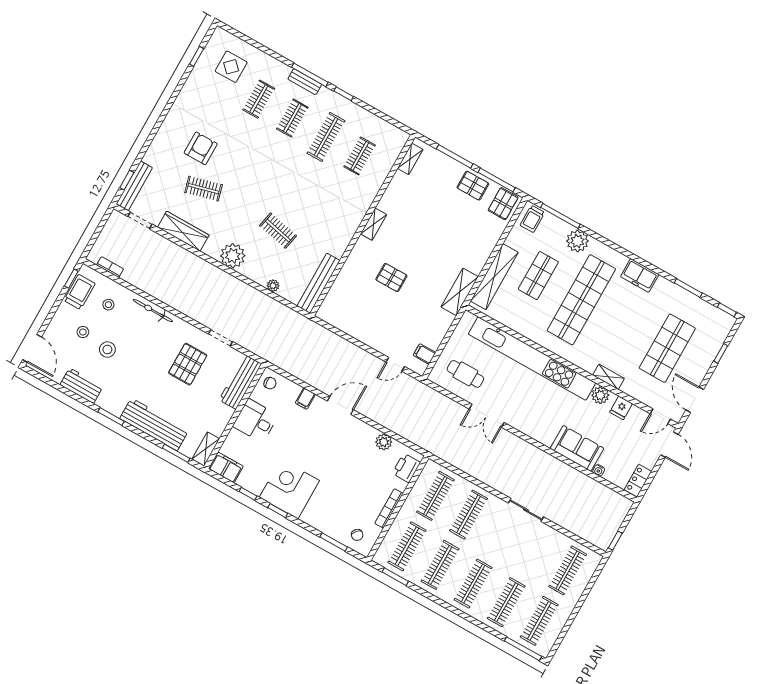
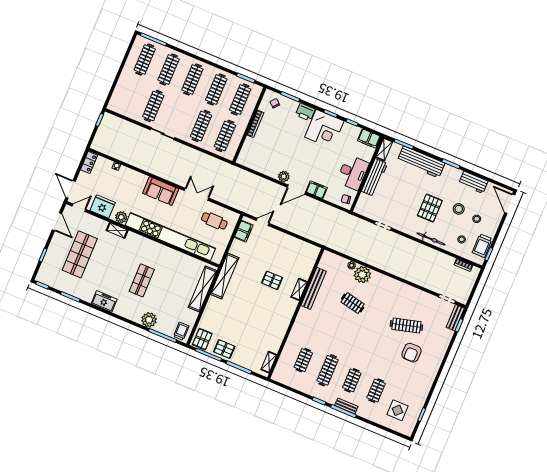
bench: (134, 186) -> (455, 318), width x0.73
clothes rail: (204, 189) -> (406, 326), width x1.36
shelving: (374, 224) -> (299, 289), moved
wardrobe: (183, 231) -> (417, 295), removed
plant: (233, 256) -> (362, 275), moved
shop shelf: (538, 276) -> (173, 293), removed
bench: (318, 283) -> (314, 288), moved
shelving: (460, 292) -> (225, 276), width x1.47
shop shelf: (581, 300) -> (142, 280), width x0.50, depth x0.74
filing cabinet: (424, 354) -> (244, 231), width x2.00
pallet: (188, 364) -> (430, 208), moved
workbench: (240, 382) -> (374, 177), moved
filing cabinet: (305, 399) -> (317, 190), width x2.00
fridge: (621, 408) -> (103, 206), width x1.88, depth x1.34
desk: (255, 421) -> (353, 173), width x1.37
plant: (384, 442) -> (284, 177), moved
sofa: (577, 448) -> (161, 191), moved
printer: (406, 468) -> (305, 112), moved, turned 90
clothes rail: (568, 570) -> (153, 106), moved

